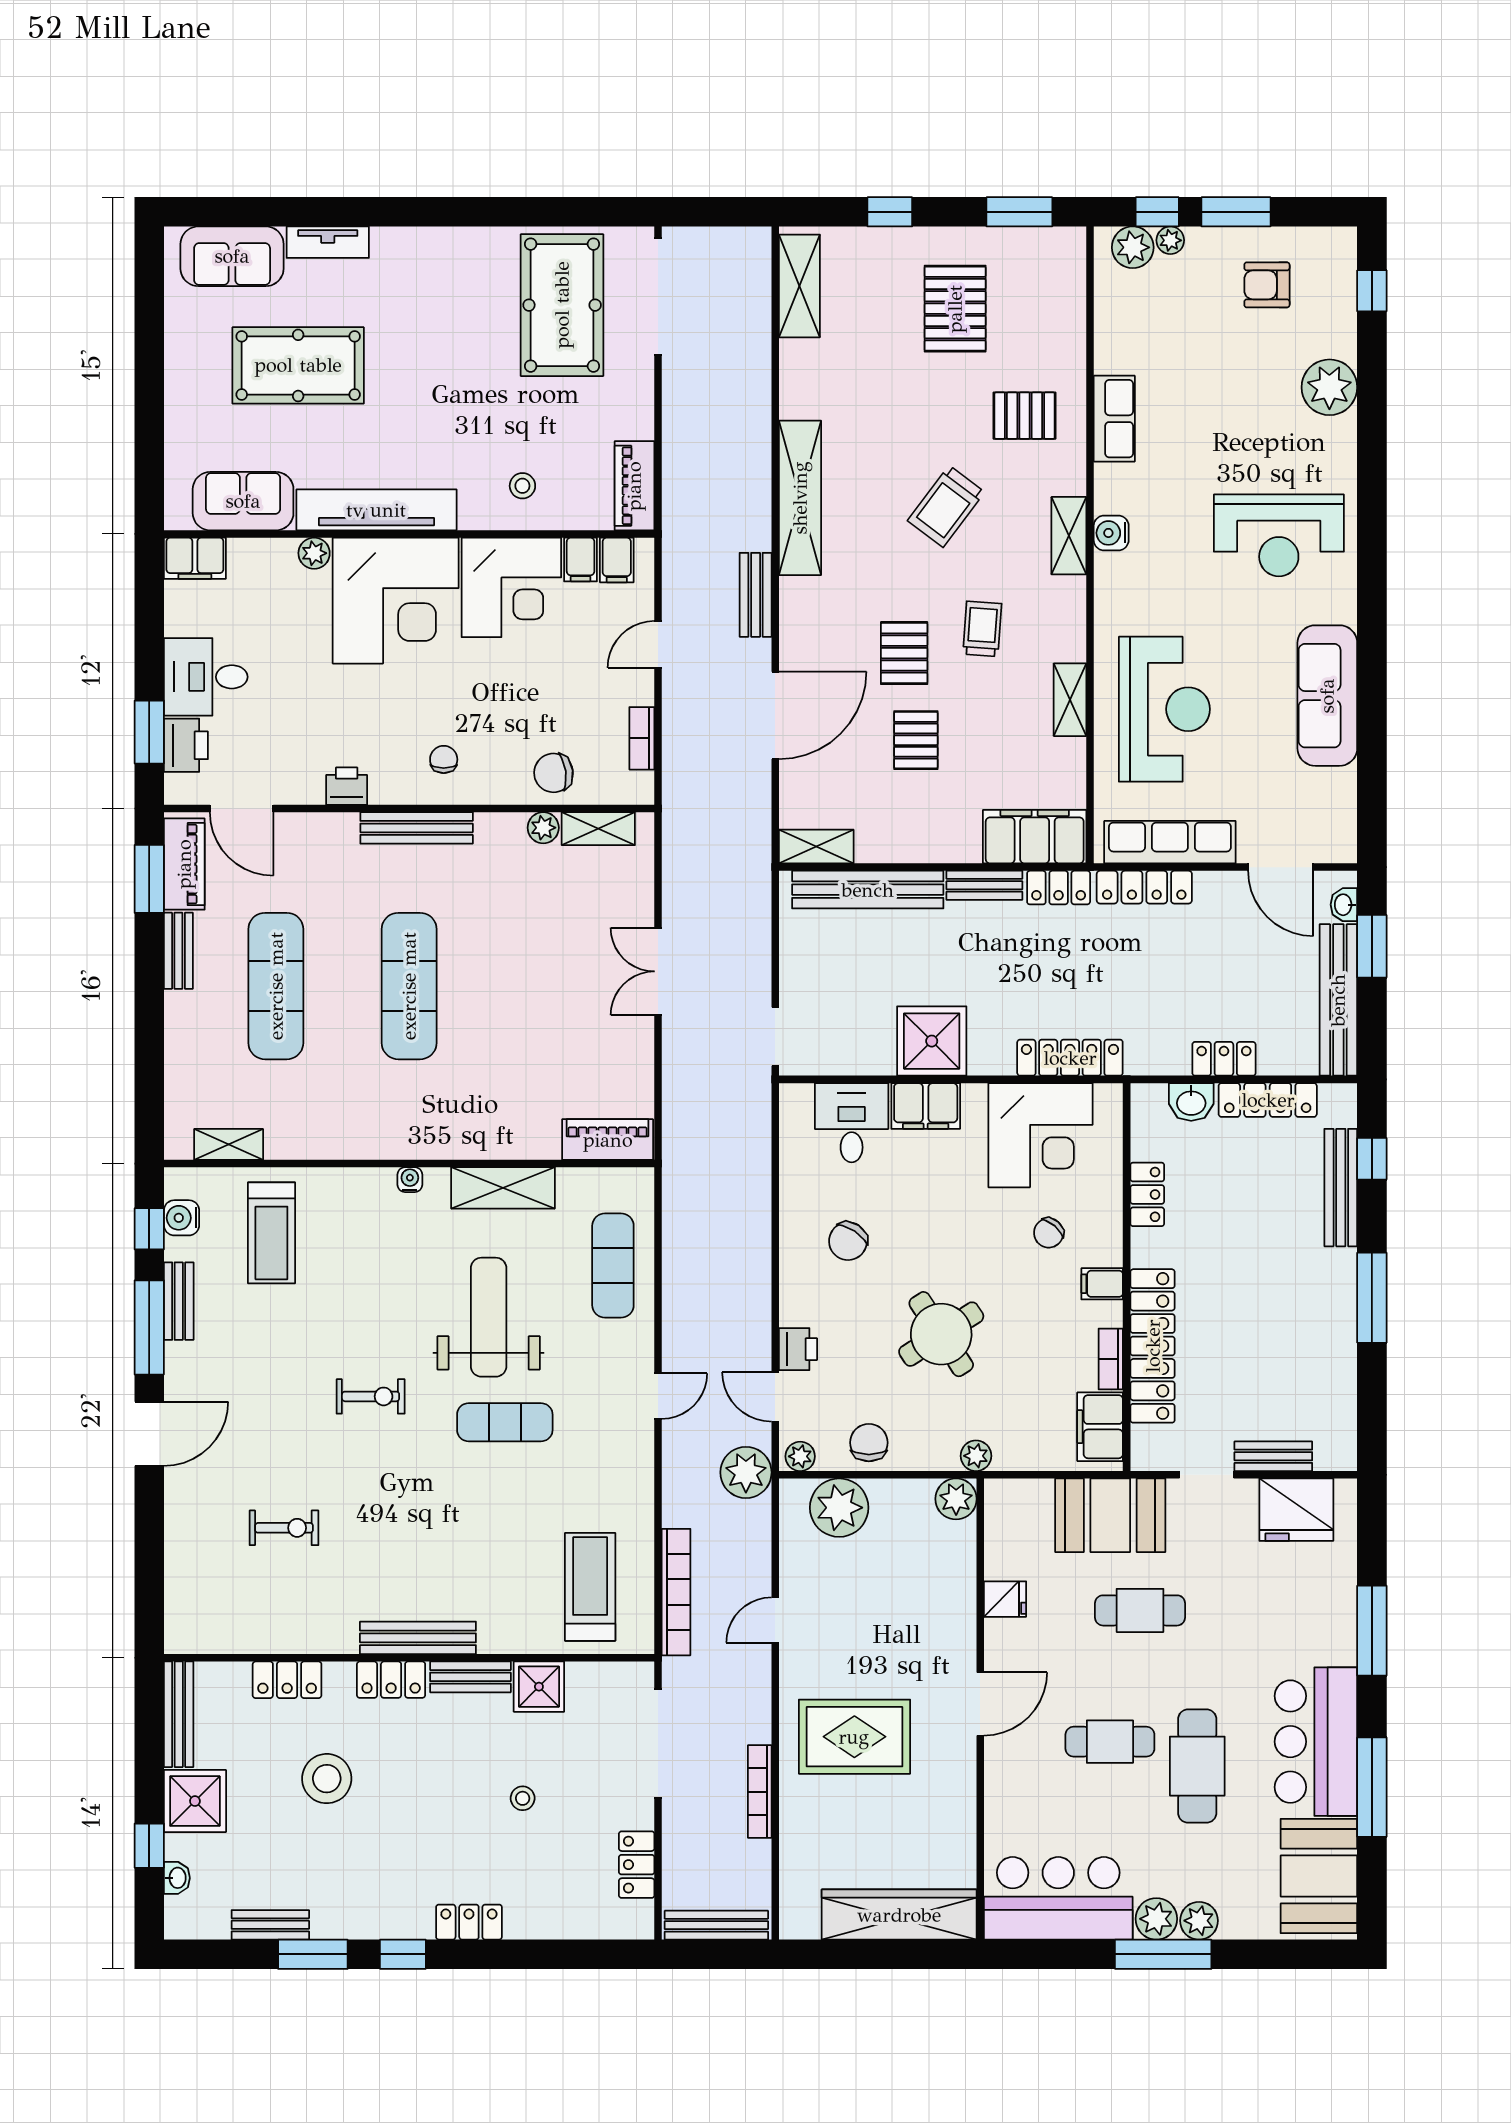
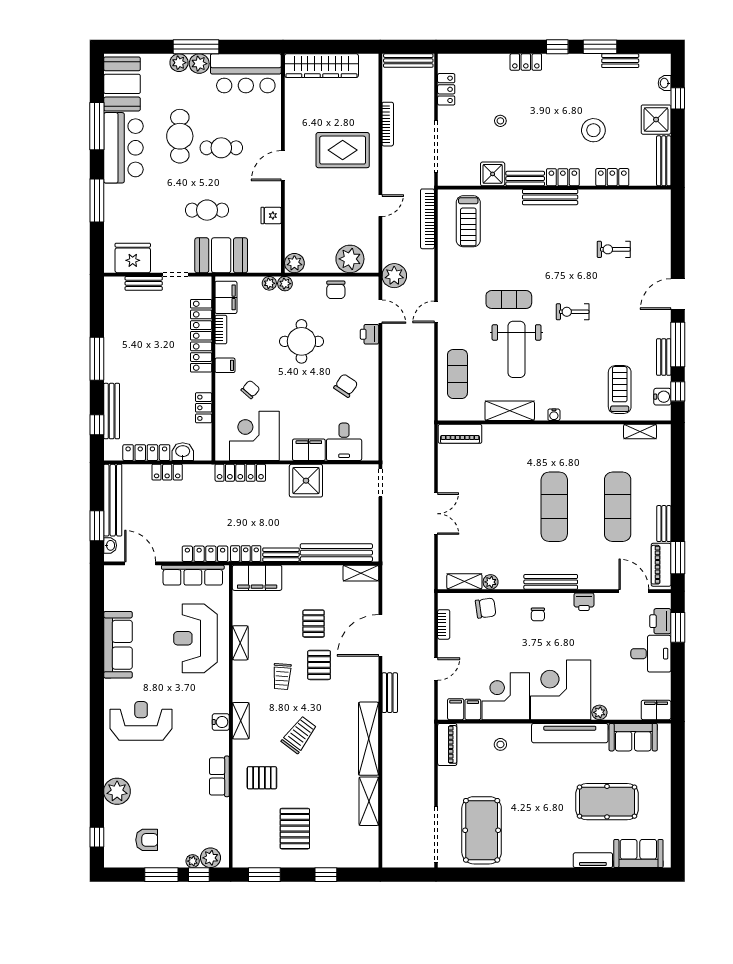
shelving: (799, 286) -> (369, 801), moved
round table: (941, 1334) -> (301, 341), turned 33
plant: (800, 1456) -> (269, 283), moved

